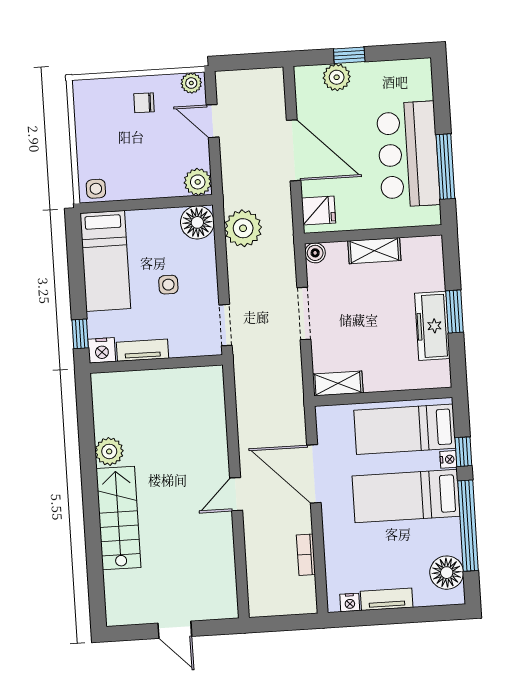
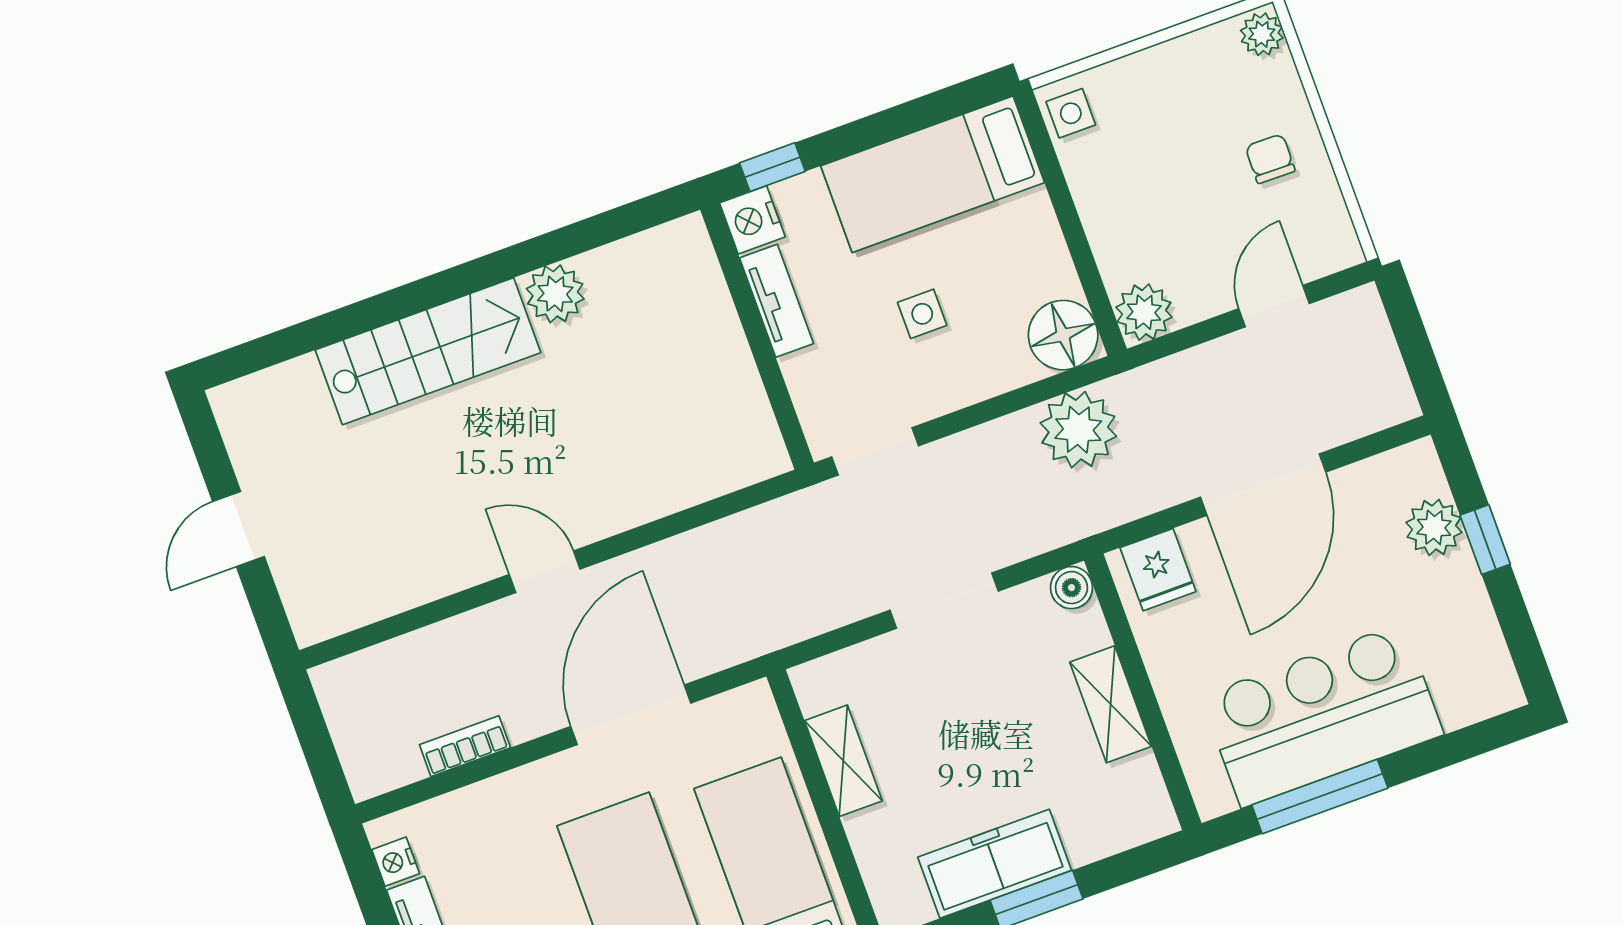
plant: (191, 83) -> (1262, 34), moved
shelving: (338, 383) -> (843, 761), moved

